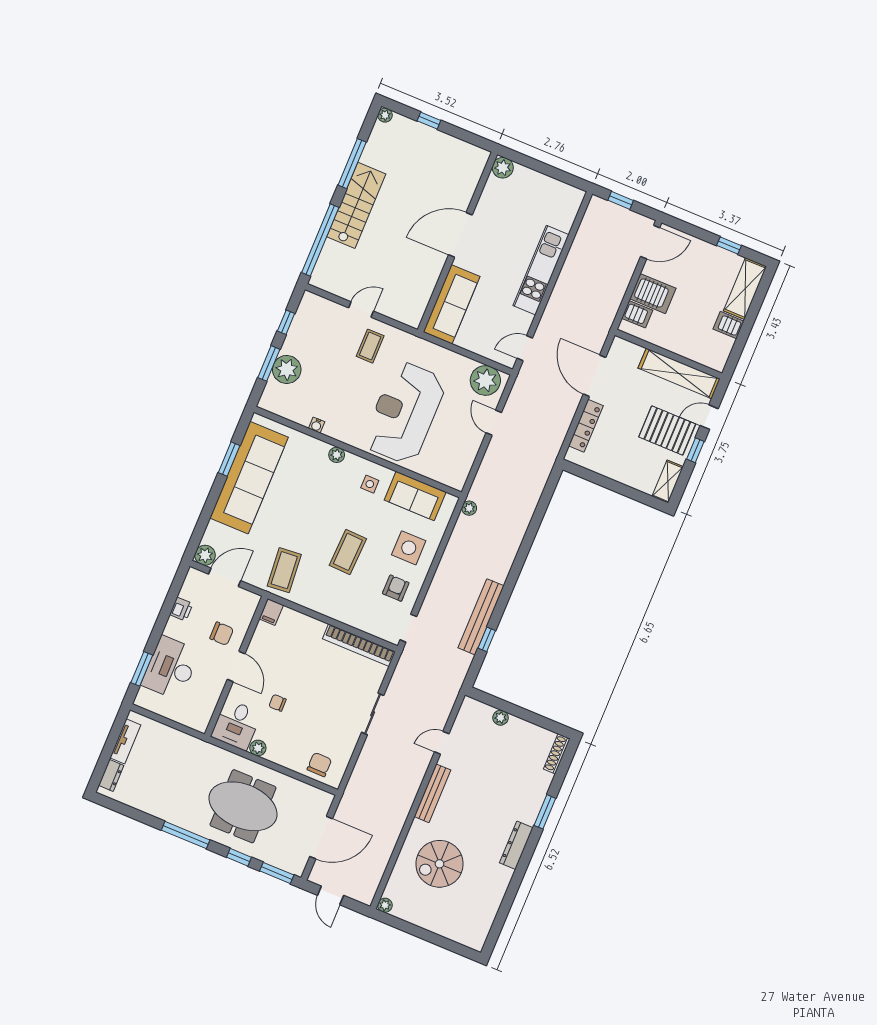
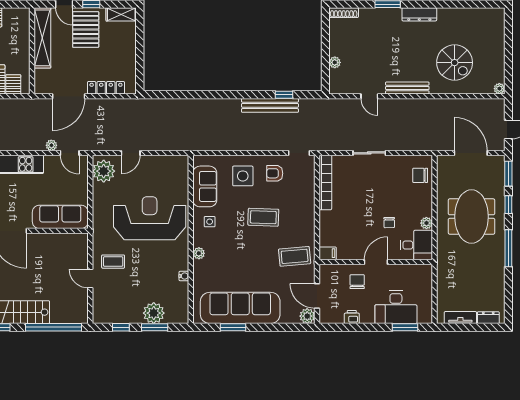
reception desk: (404, 413) -> (150, 218), turned 180
plant: (469, 508) -> (51, 145), moved

